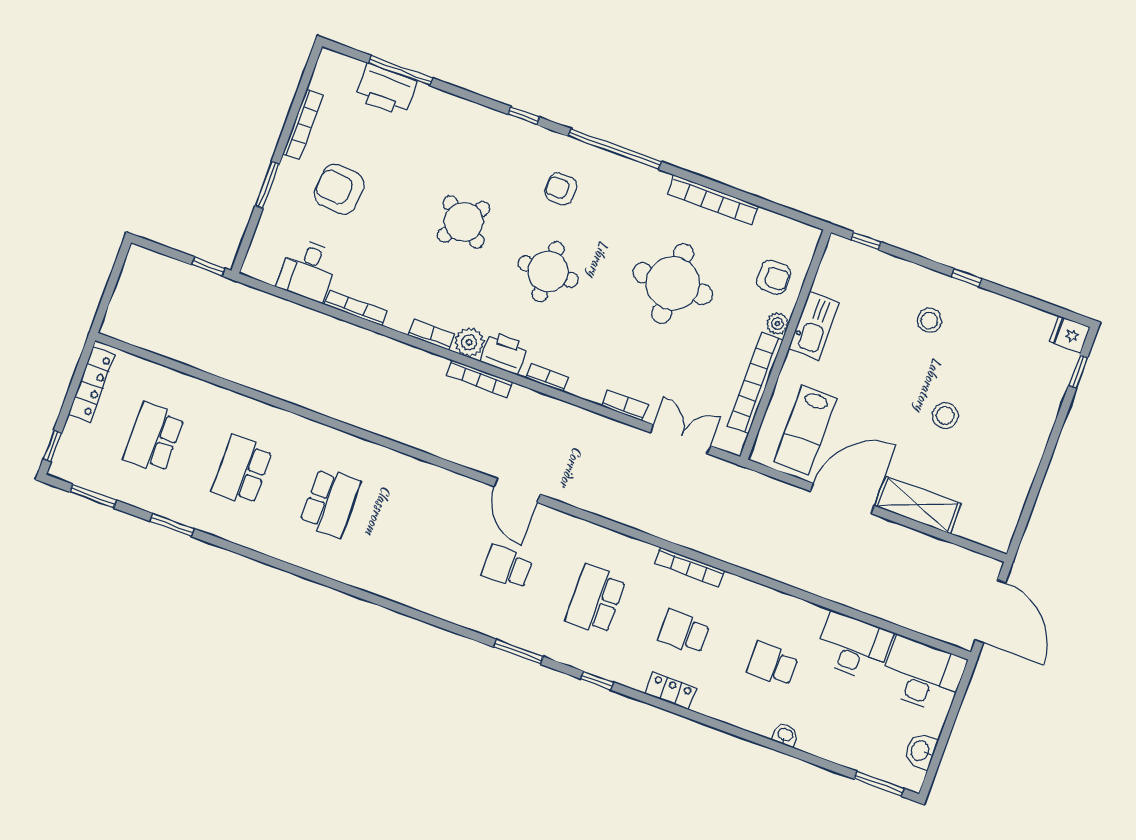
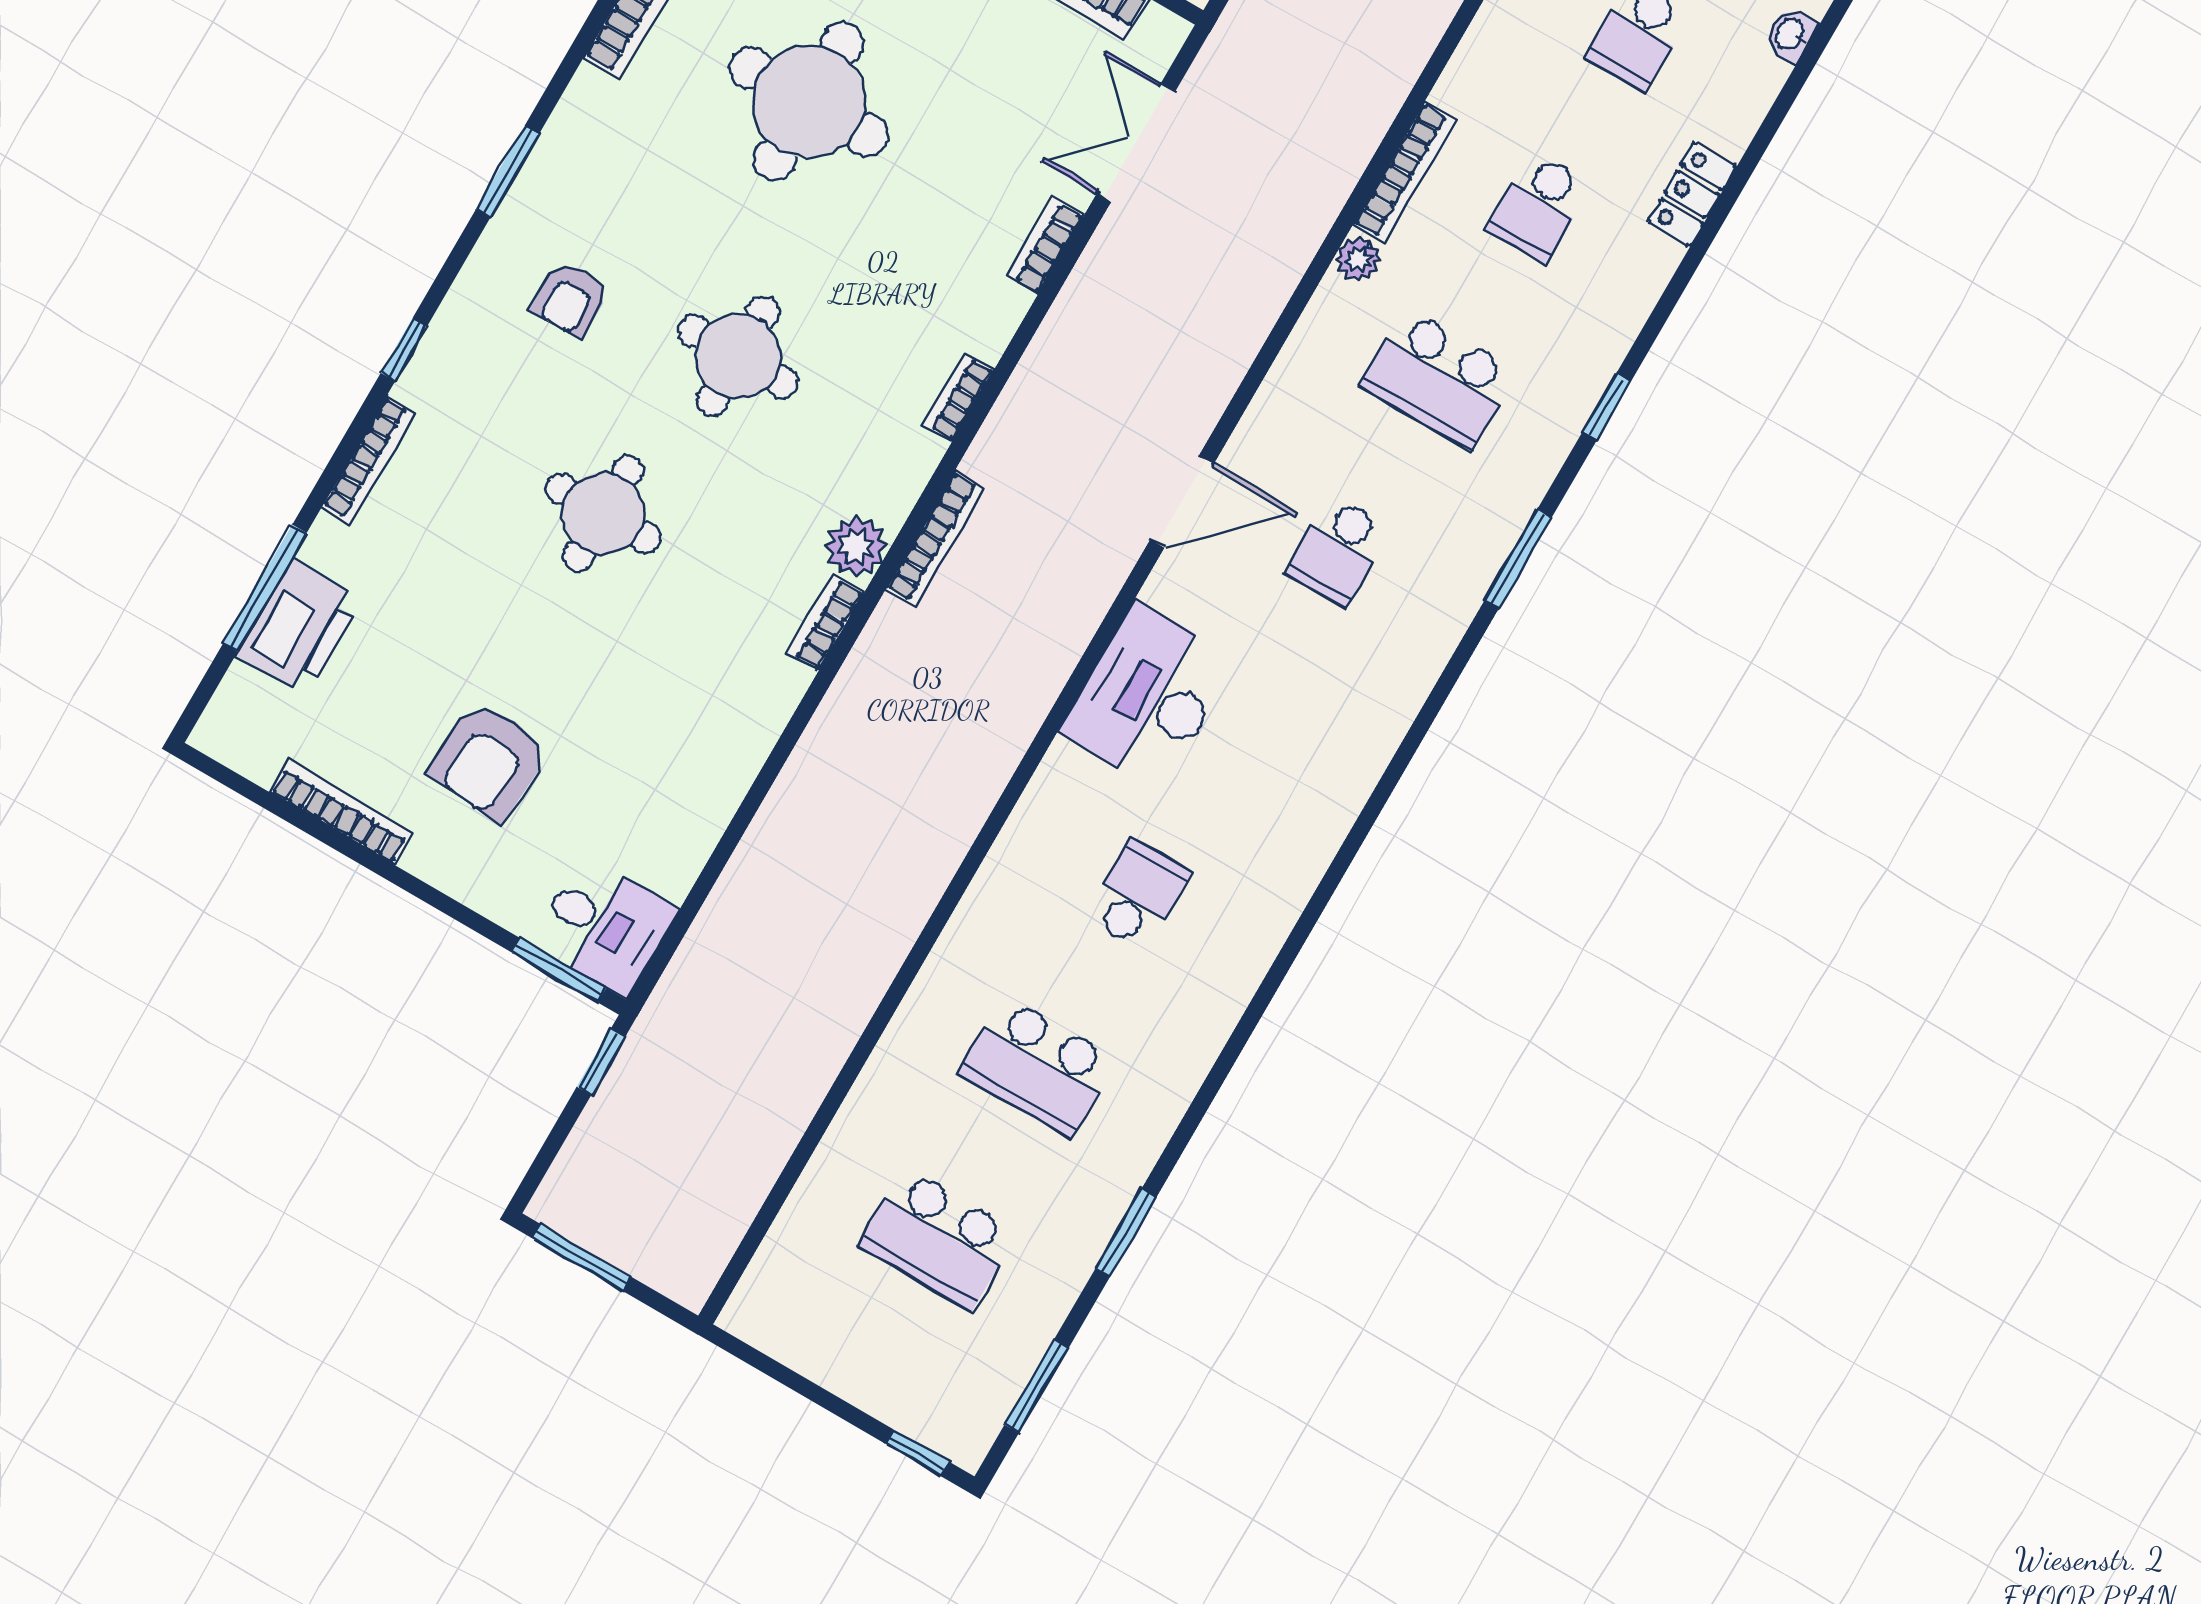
window: (615, 149) -> (507, 172), width x0.47
window: (267, 185) -> (559, 970), moved
round table: (464, 222) -> (603, 514), turned -35
desk: (308, 270) -> (605, 926), moved
window: (115, 274) -> (582, 1257), added
bookcase: (356, 308) -> (369, 460), moved, turned 180
printer: (504, 353) -> (891, 478), removed
locker: (92, 384) -> (803, 1348), removed
desk: (424, 491) -> (1149, 696), added
school desk: (330, 503) -> (1138, 895), width x0.54
plant: (645, 552) -> (1358, 259), added
locker: (671, 691) -> (1692, 194), moved

